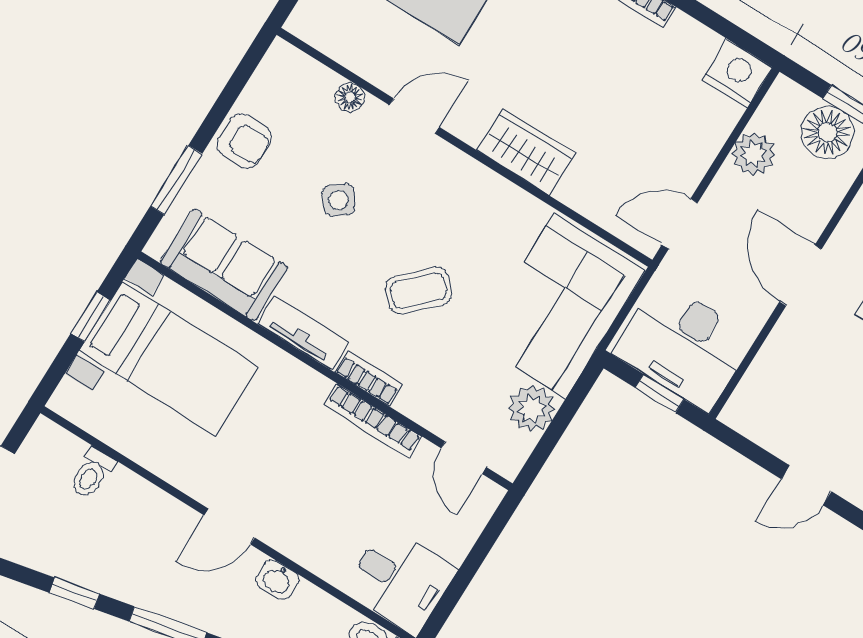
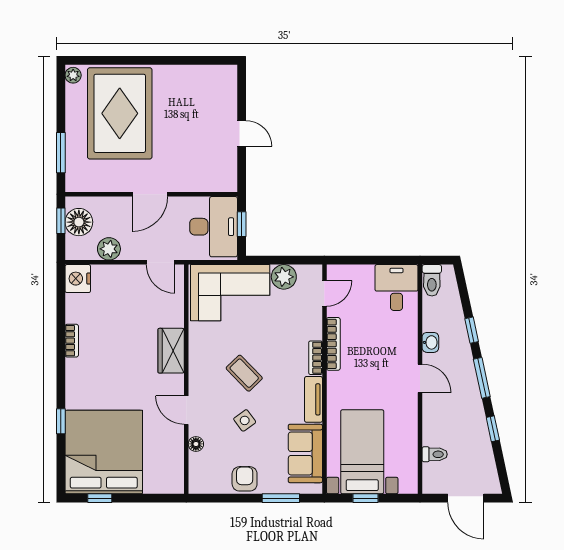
coffee table: (418, 291) -> (244, 373), moved

